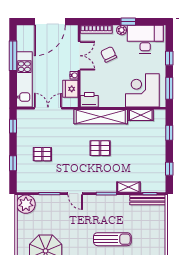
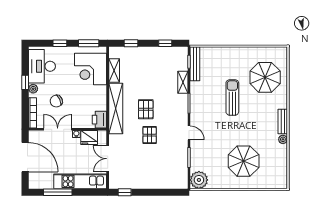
pallet: (42, 154) -> (150, 135), moved
window: (13, 163) -> (160, 192), removed
door: (75, 194) -> (189, 133), hinge flipped

